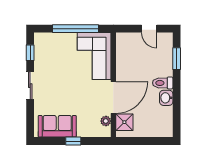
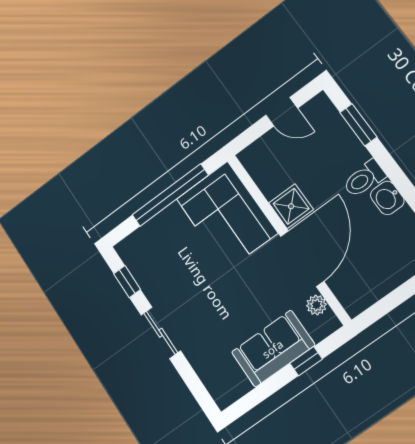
shower: (124, 122) -> (291, 206), moved
sofa: (57, 126) -> (273, 349), moved
window: (73, 141) -> (306, 361), moved

